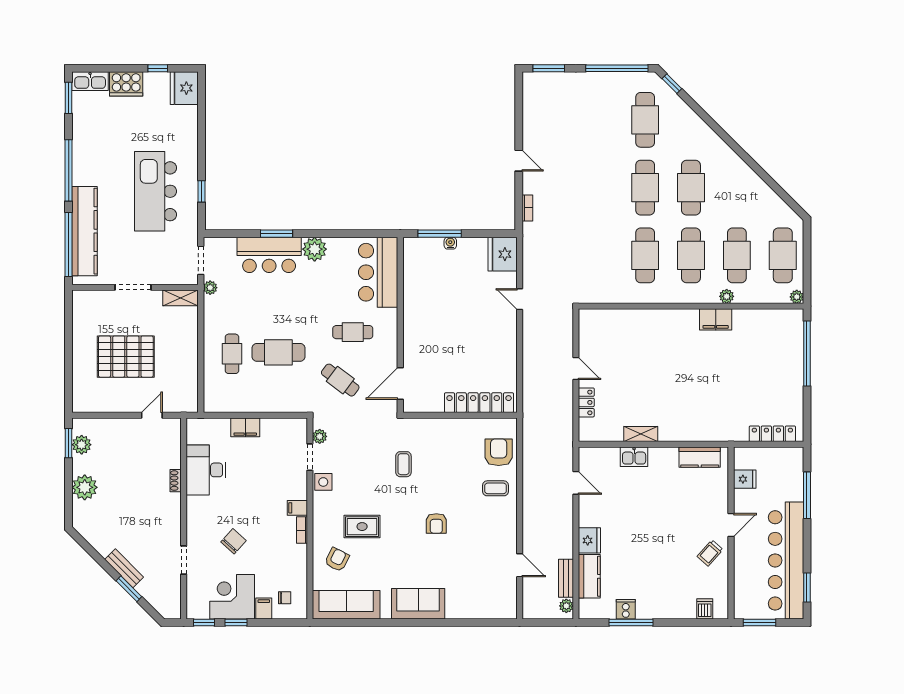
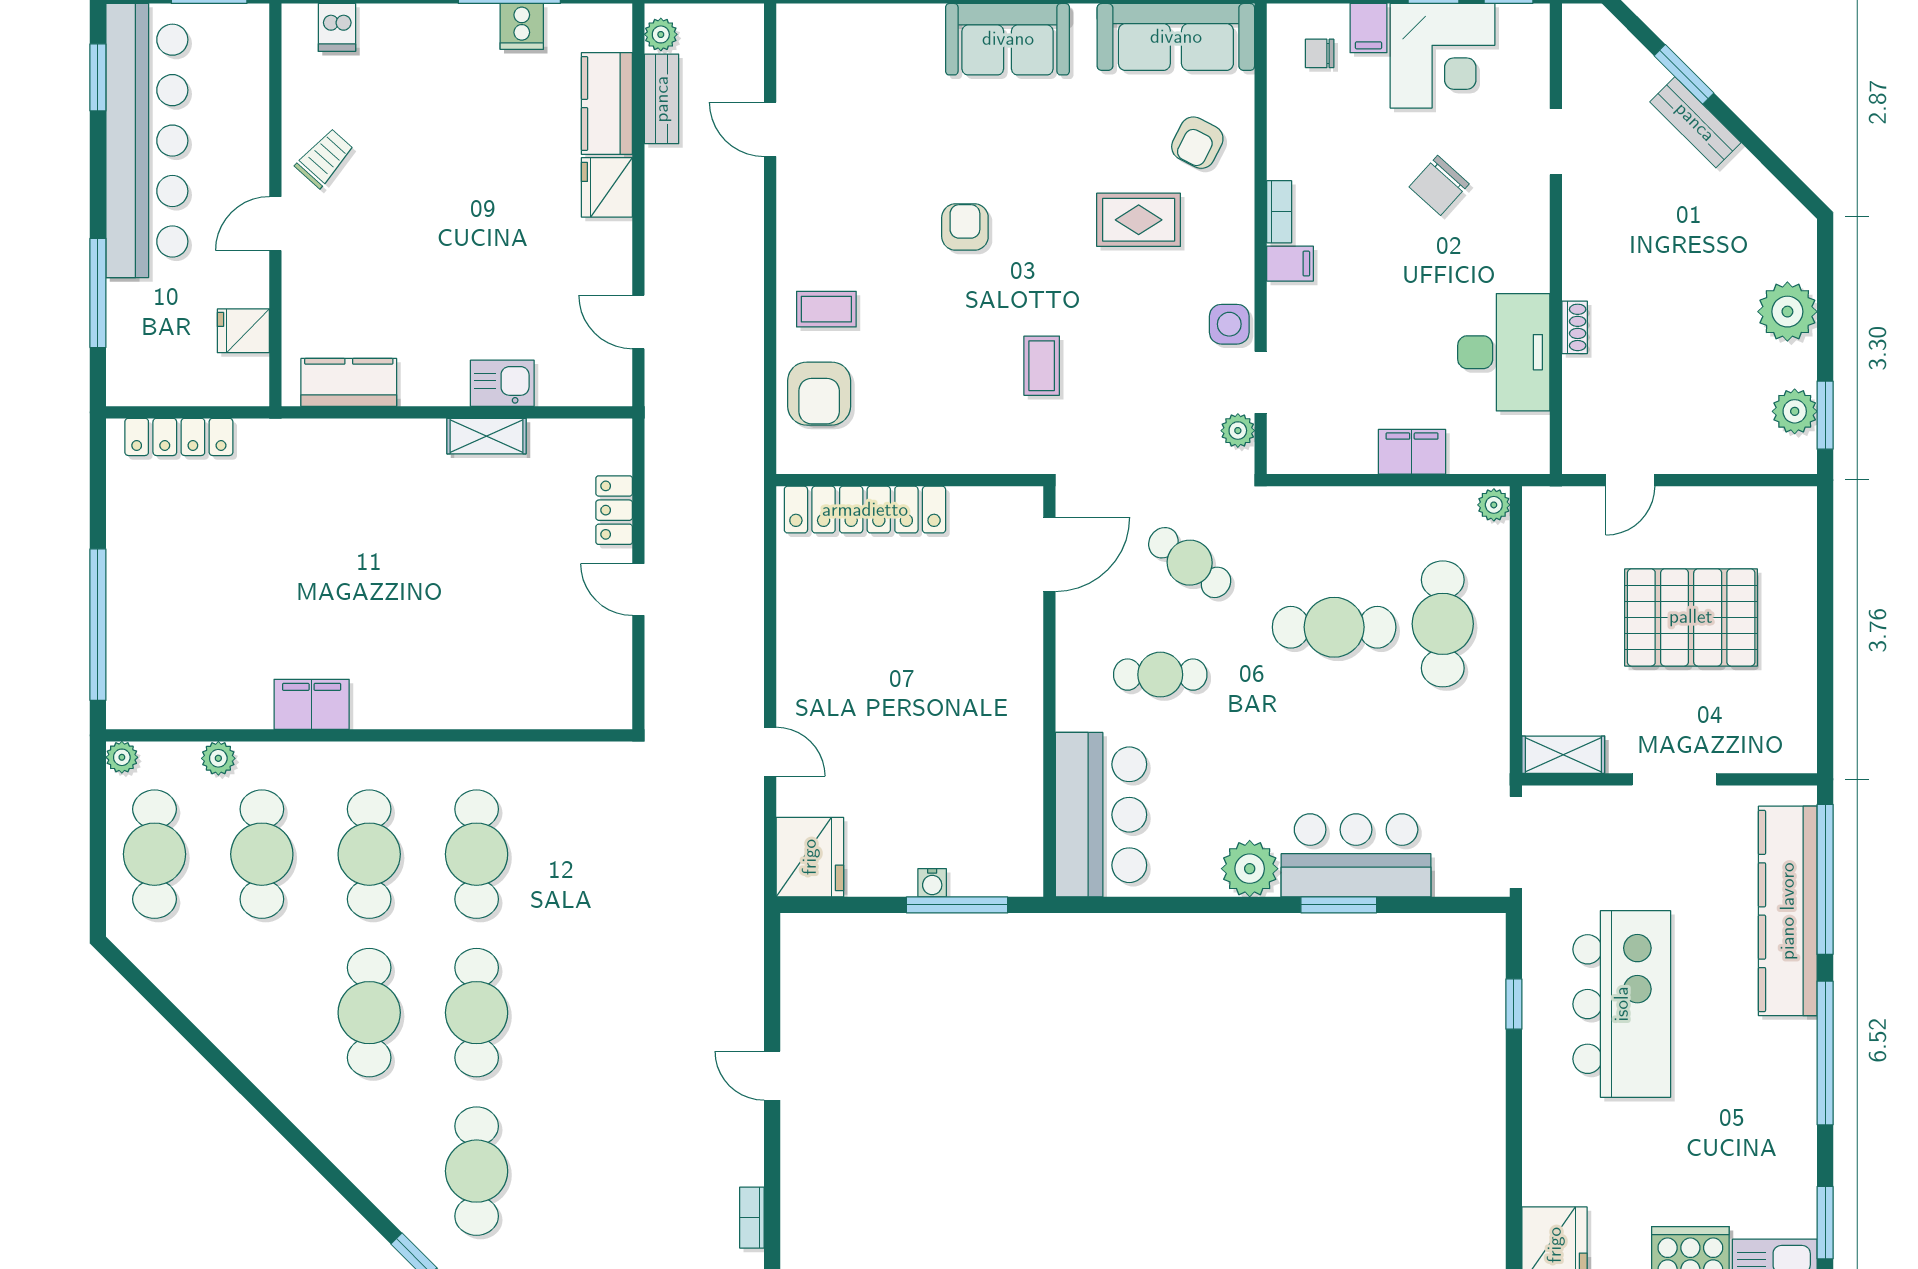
bookcase: (527, 208) -> (752, 1218), moved
doorway: (201, 260) -> (1516, 842), width x1.38
plant: (210, 288) -> (1494, 505), moved
plant: (727, 296) -> (218, 758), moved
cafe table: (232, 354) -> (1443, 624), width x1.37, depth x1.35

